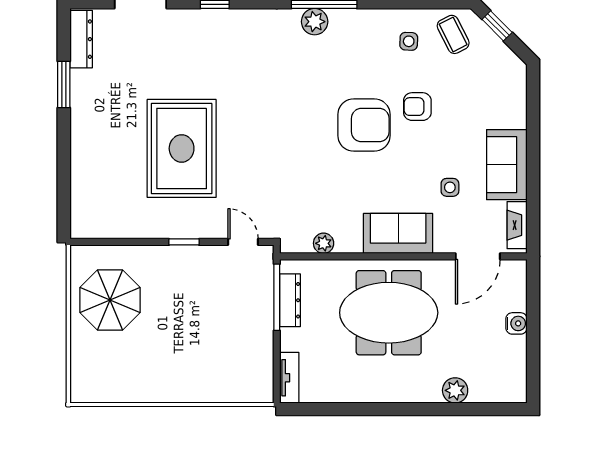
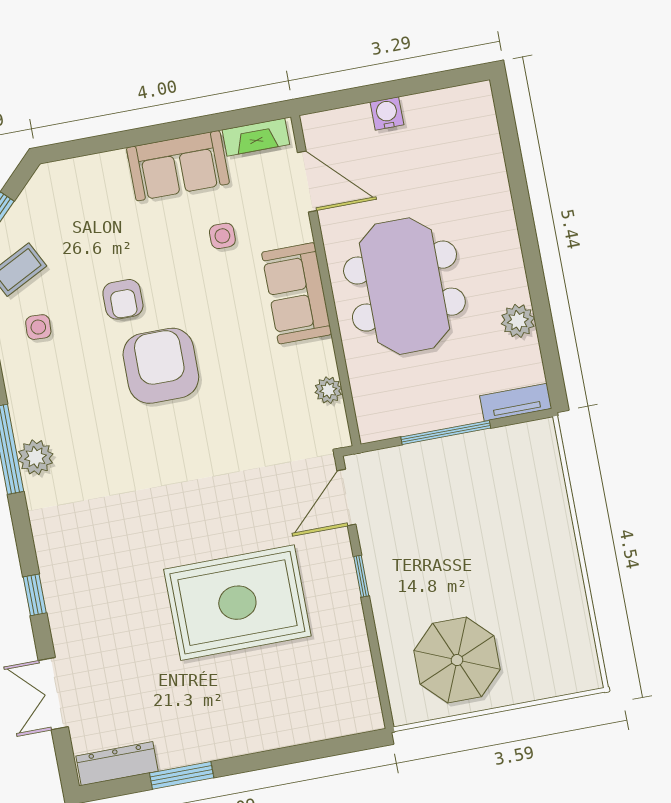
door: (243, 242) -> (346, 497), width x1.38
window: (277, 297) -> (446, 433), moved
dresser: (290, 300) -> (412, 421), removed
plant: (455, 390) -> (518, 321), moved

